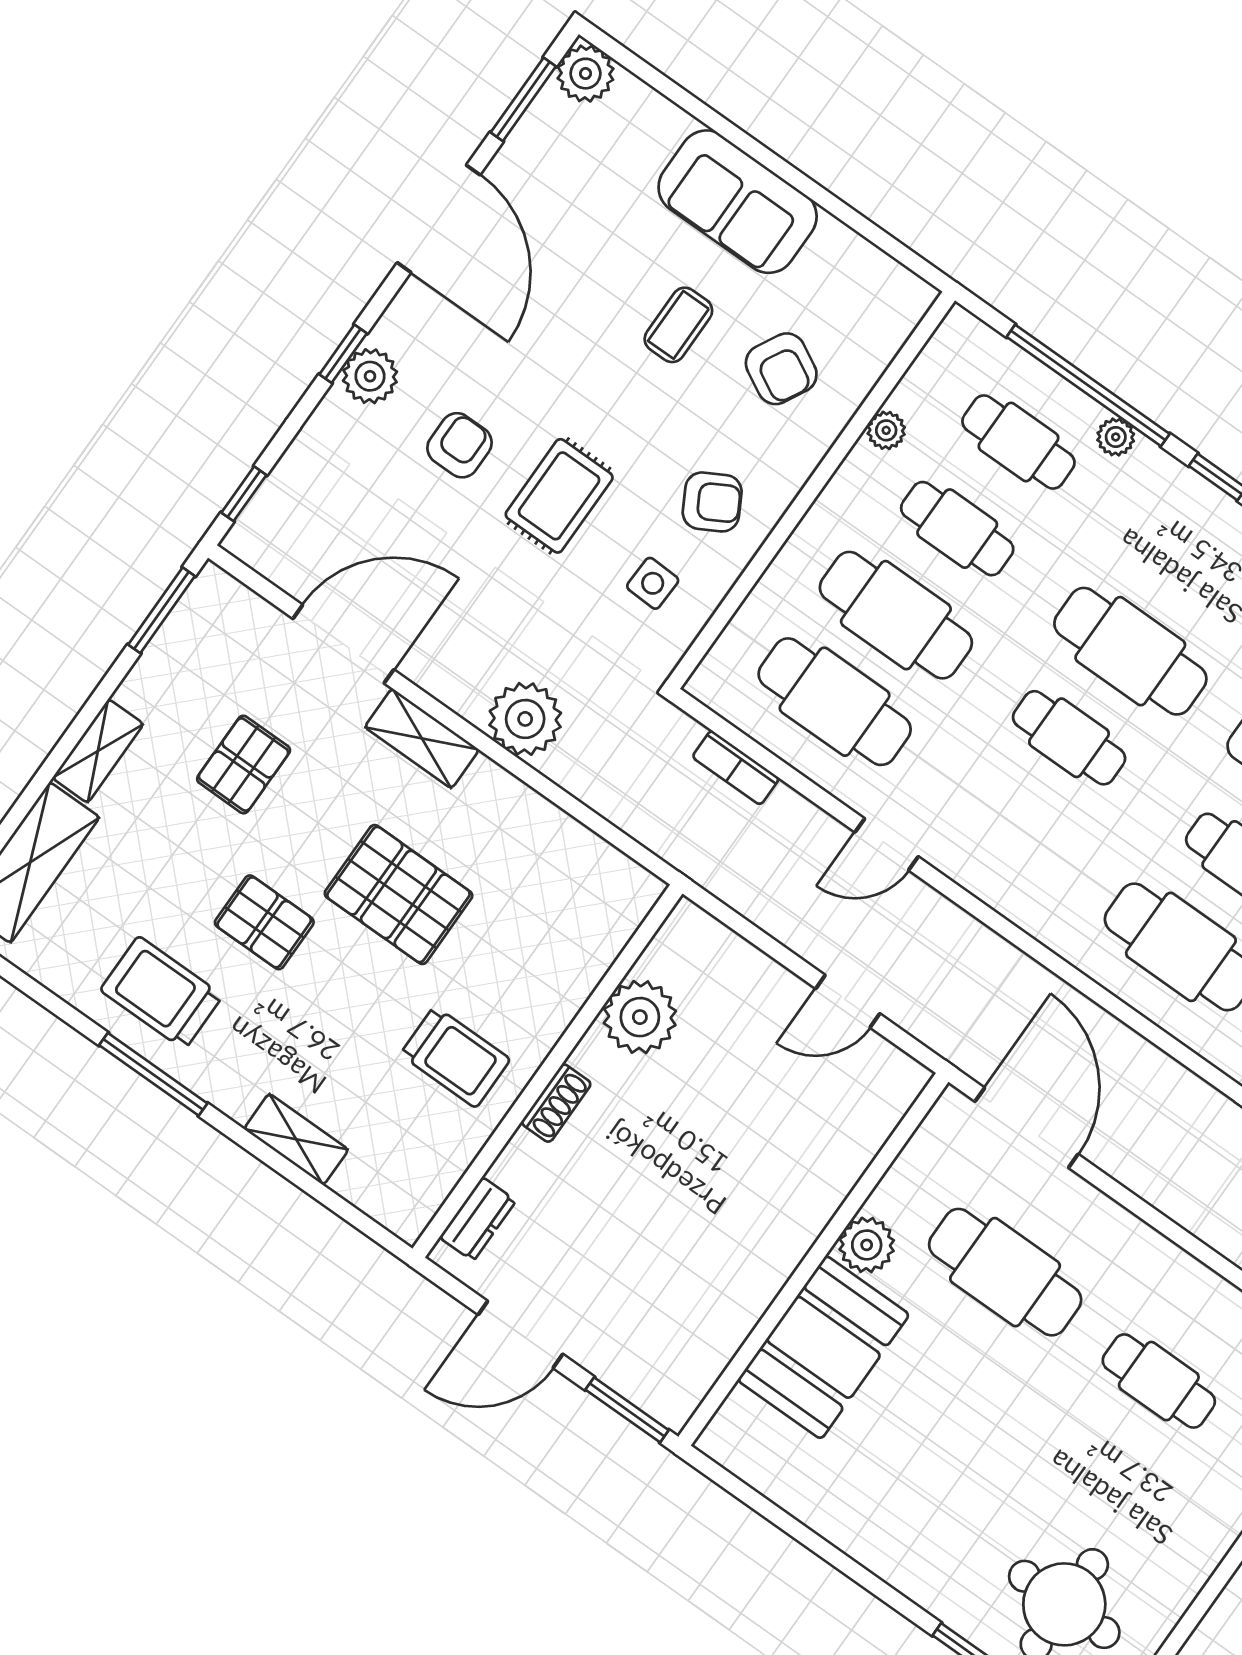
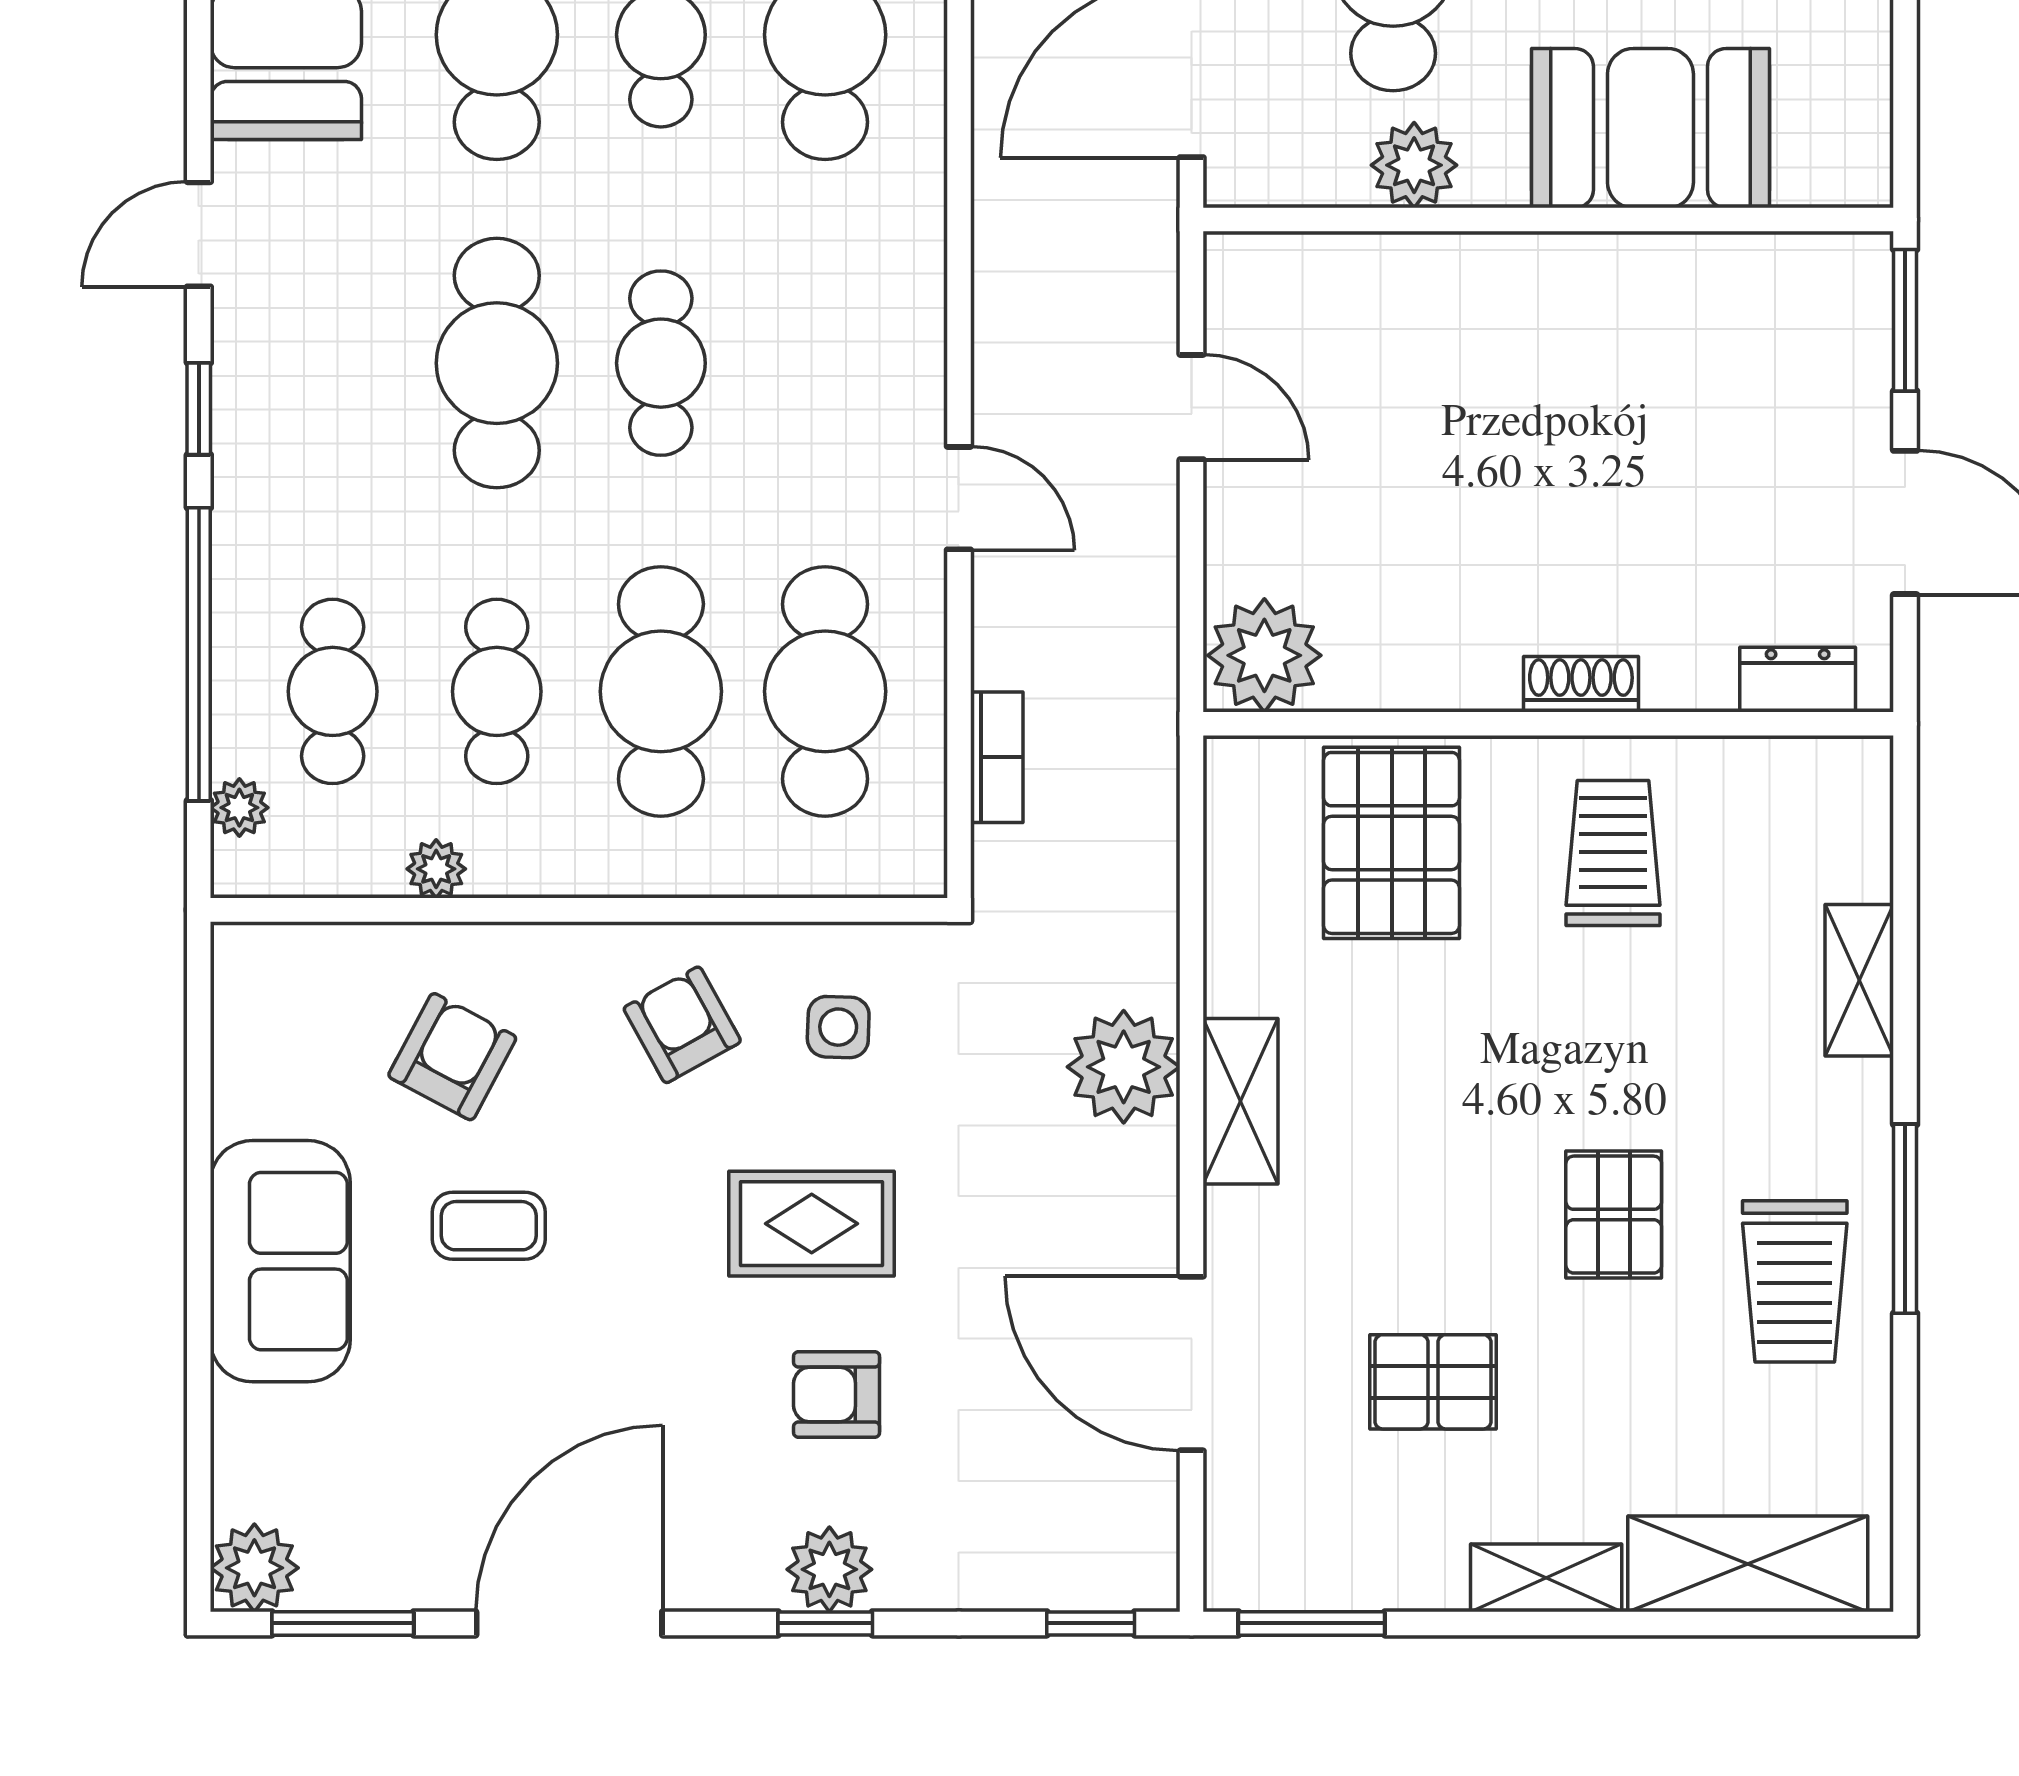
plant: (1116, 437) -> (239, 808), moved
shelving: (422, 738) -> (1241, 1101), moved
pallet: (398, 895) -> (1392, 843), moved
plant: (640, 1017) -> (1264, 655), moved
plant: (867, 1245) -> (1414, 165), moved

